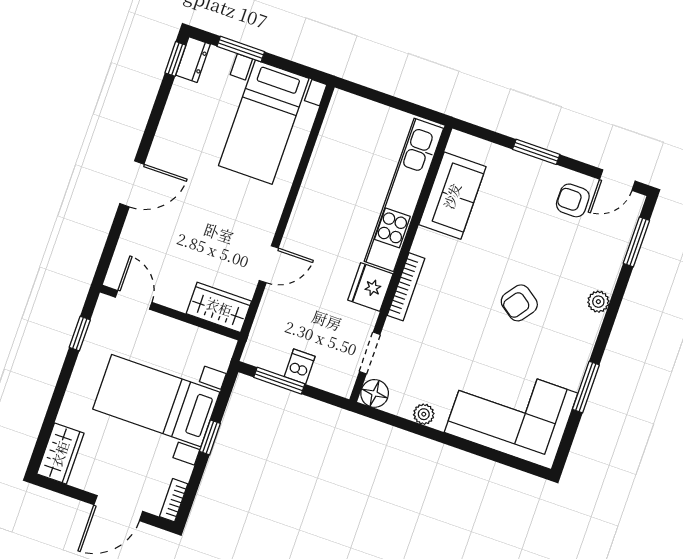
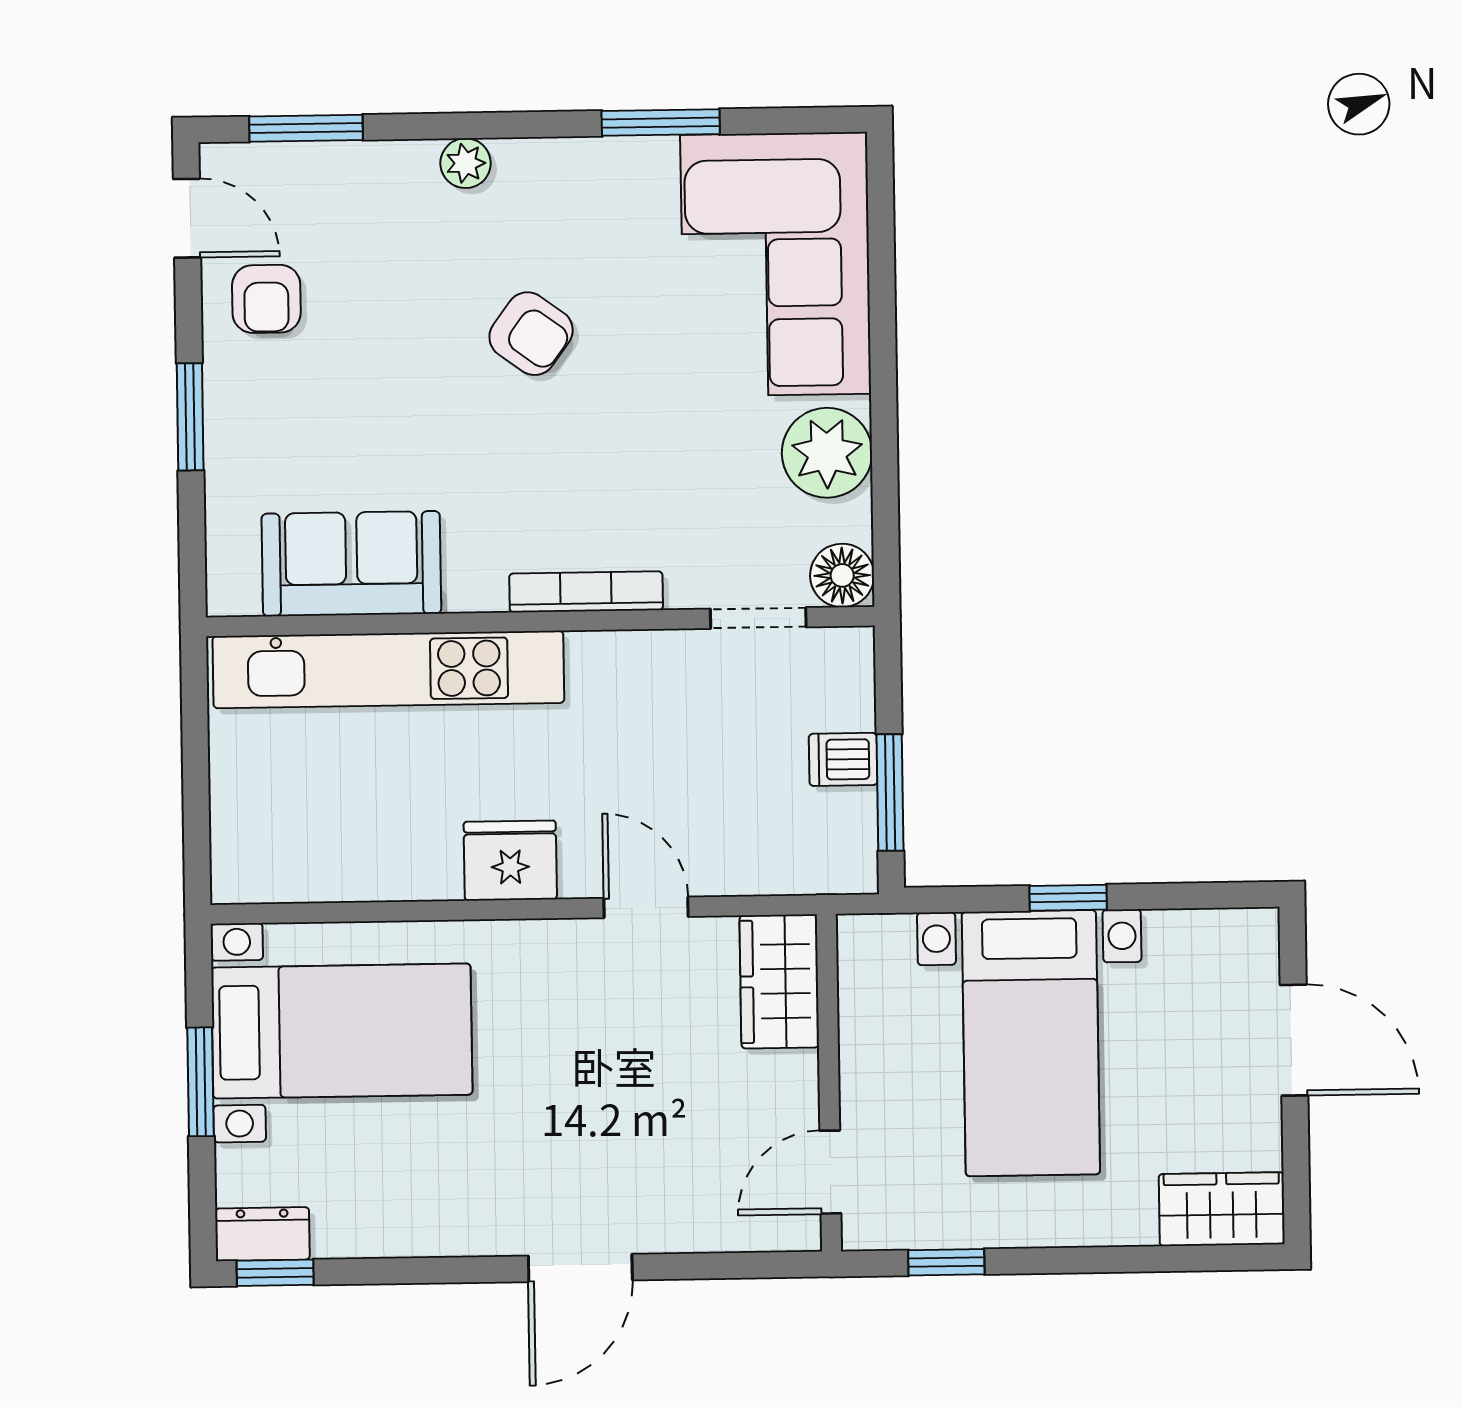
window: (241, 49) -> (201, 1082), moved
door: (132, 184) -> (580, 1268), swing flipped
fridge: (370, 287) -> (510, 861), moved, turned 180
plant: (424, 414) -> (827, 453), width x1.88, depth x1.88
bookcase: (174, 500) -> (1233, 926), removed

